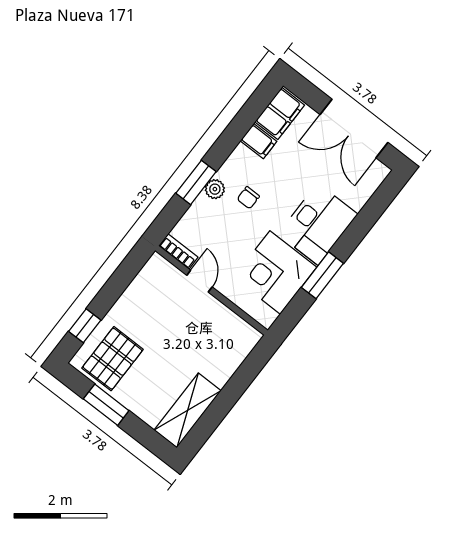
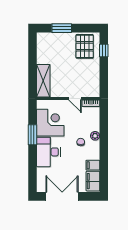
window: (196, 182) -> (104, 133), removed
window: (106, 405) -> (62, 28), moved
shelving: (188, 410) -> (43, 81), moved

